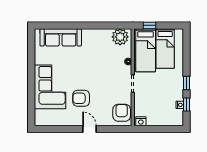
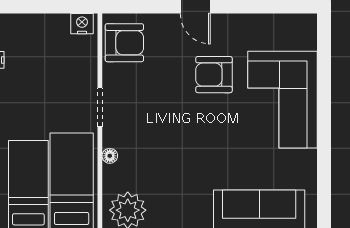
armchair: (81, 98) -> (214, 75), turned 180
armchair: (122, 113) -> (124, 43), turned -90

